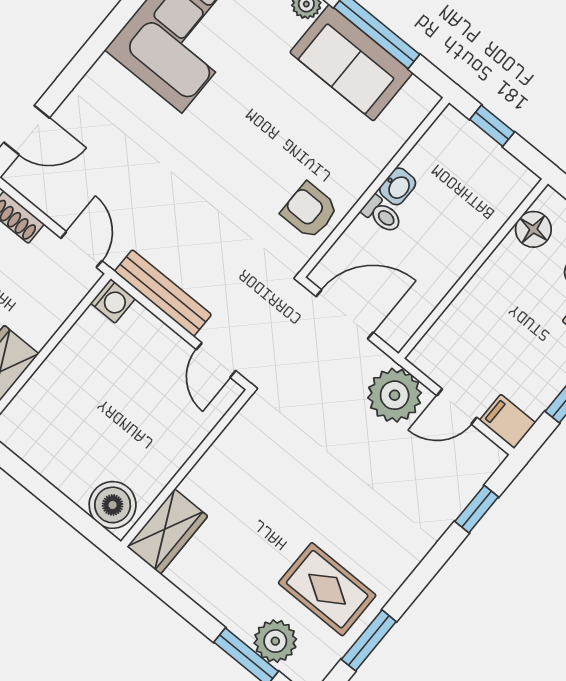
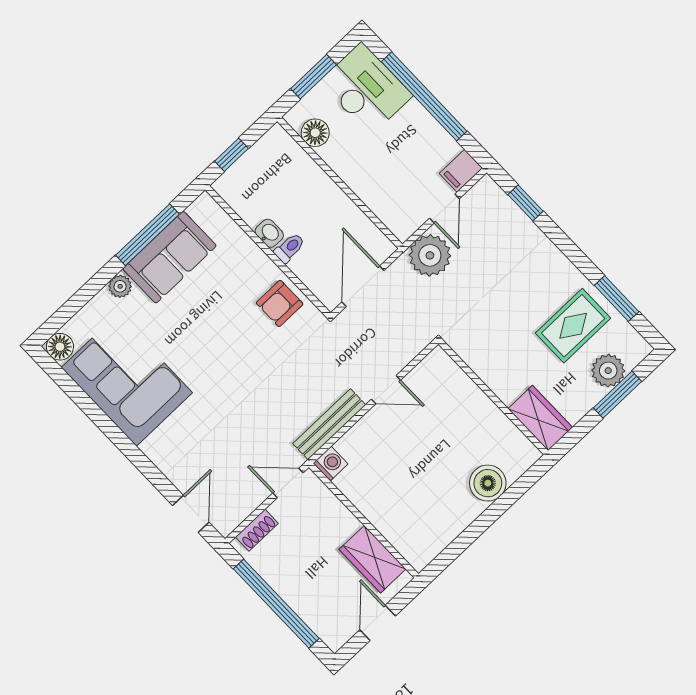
wall: (186, 468) -> (493, 397), moved
wardrobe: (167, 531) -> (540, 418), moved

